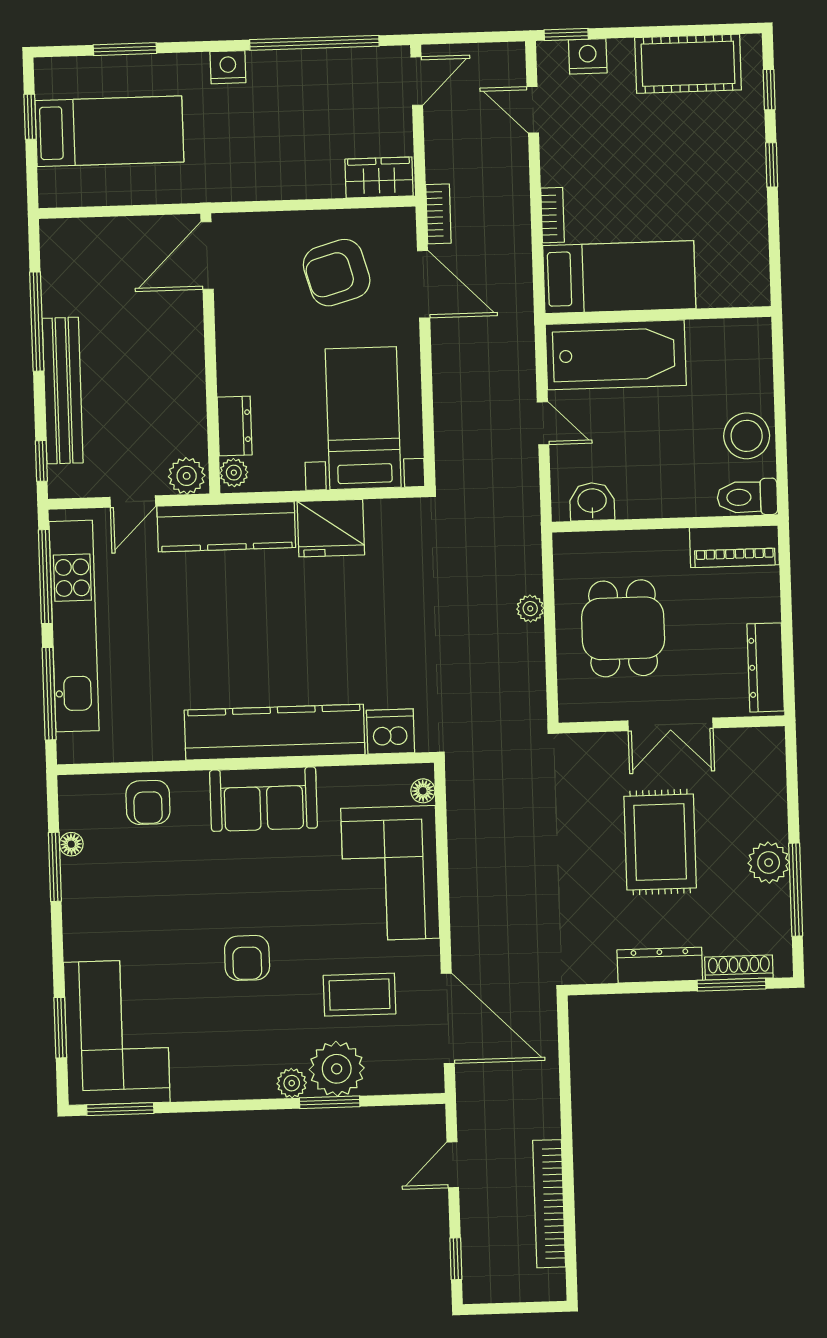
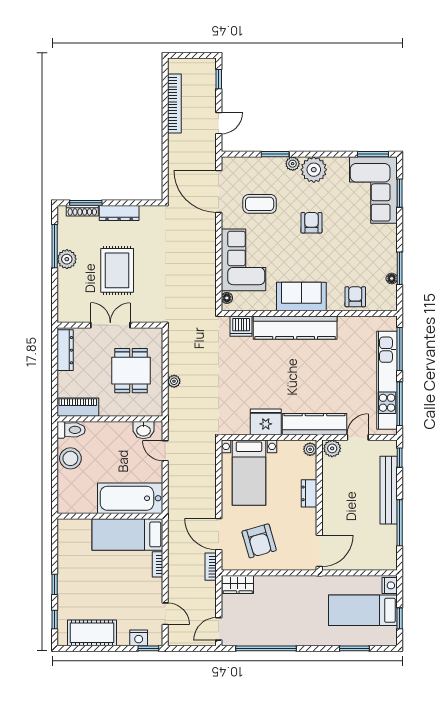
nightstand: (228, 67) -> (390, 585), moved, turned -90
armchair: (337, 273) -> (259, 541), turned 90
door: (543, 423) -> (165, 451), moved
dresser: (235, 426) -> (309, 493), moved
plant: (337, 1069) -> (314, 170), moved

